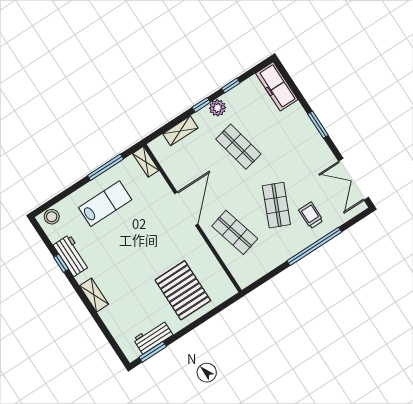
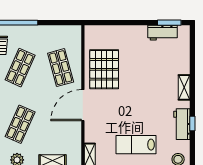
shop shelf: (238, 147) -> (20, 124), turned 36
pallet: (183, 290) -> (104, 69), moved

